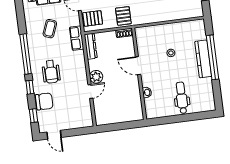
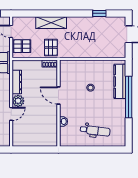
dresser: (91, 46) -> (17, 82), moved
kitchen counter: (203, 59) -> (120, 81), moved
dental chair: (182, 98) -> (95, 131), turned 97

